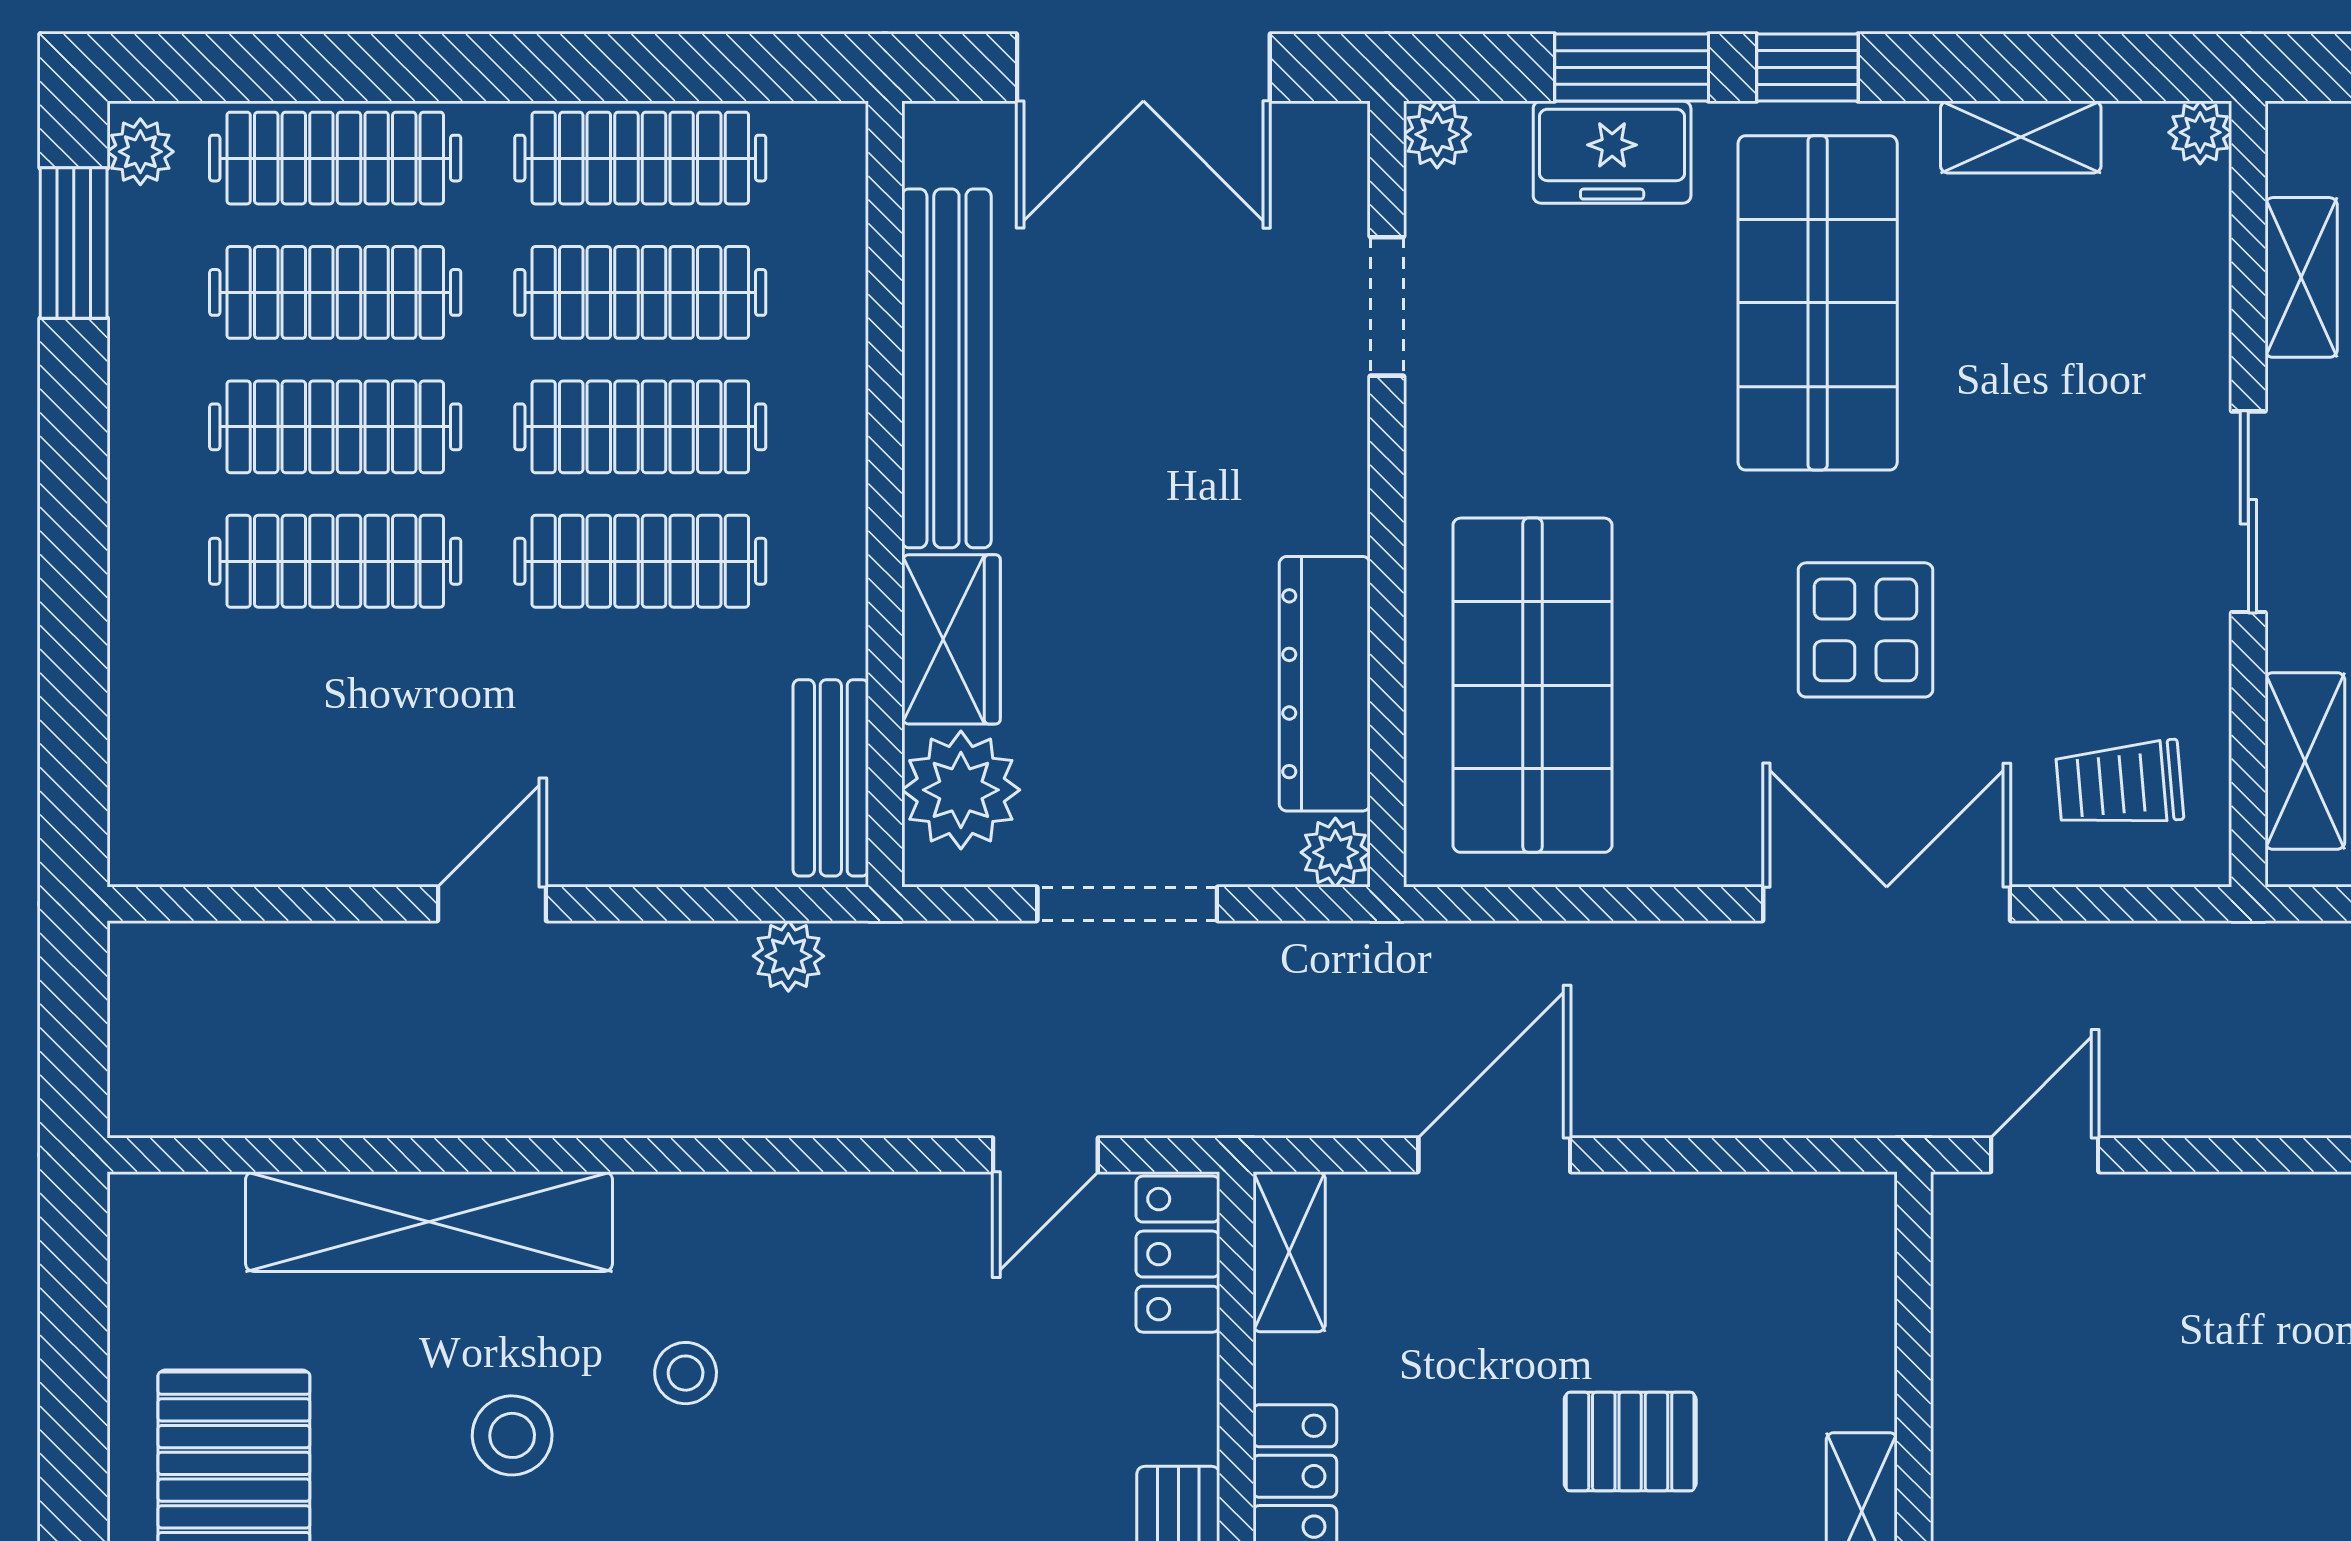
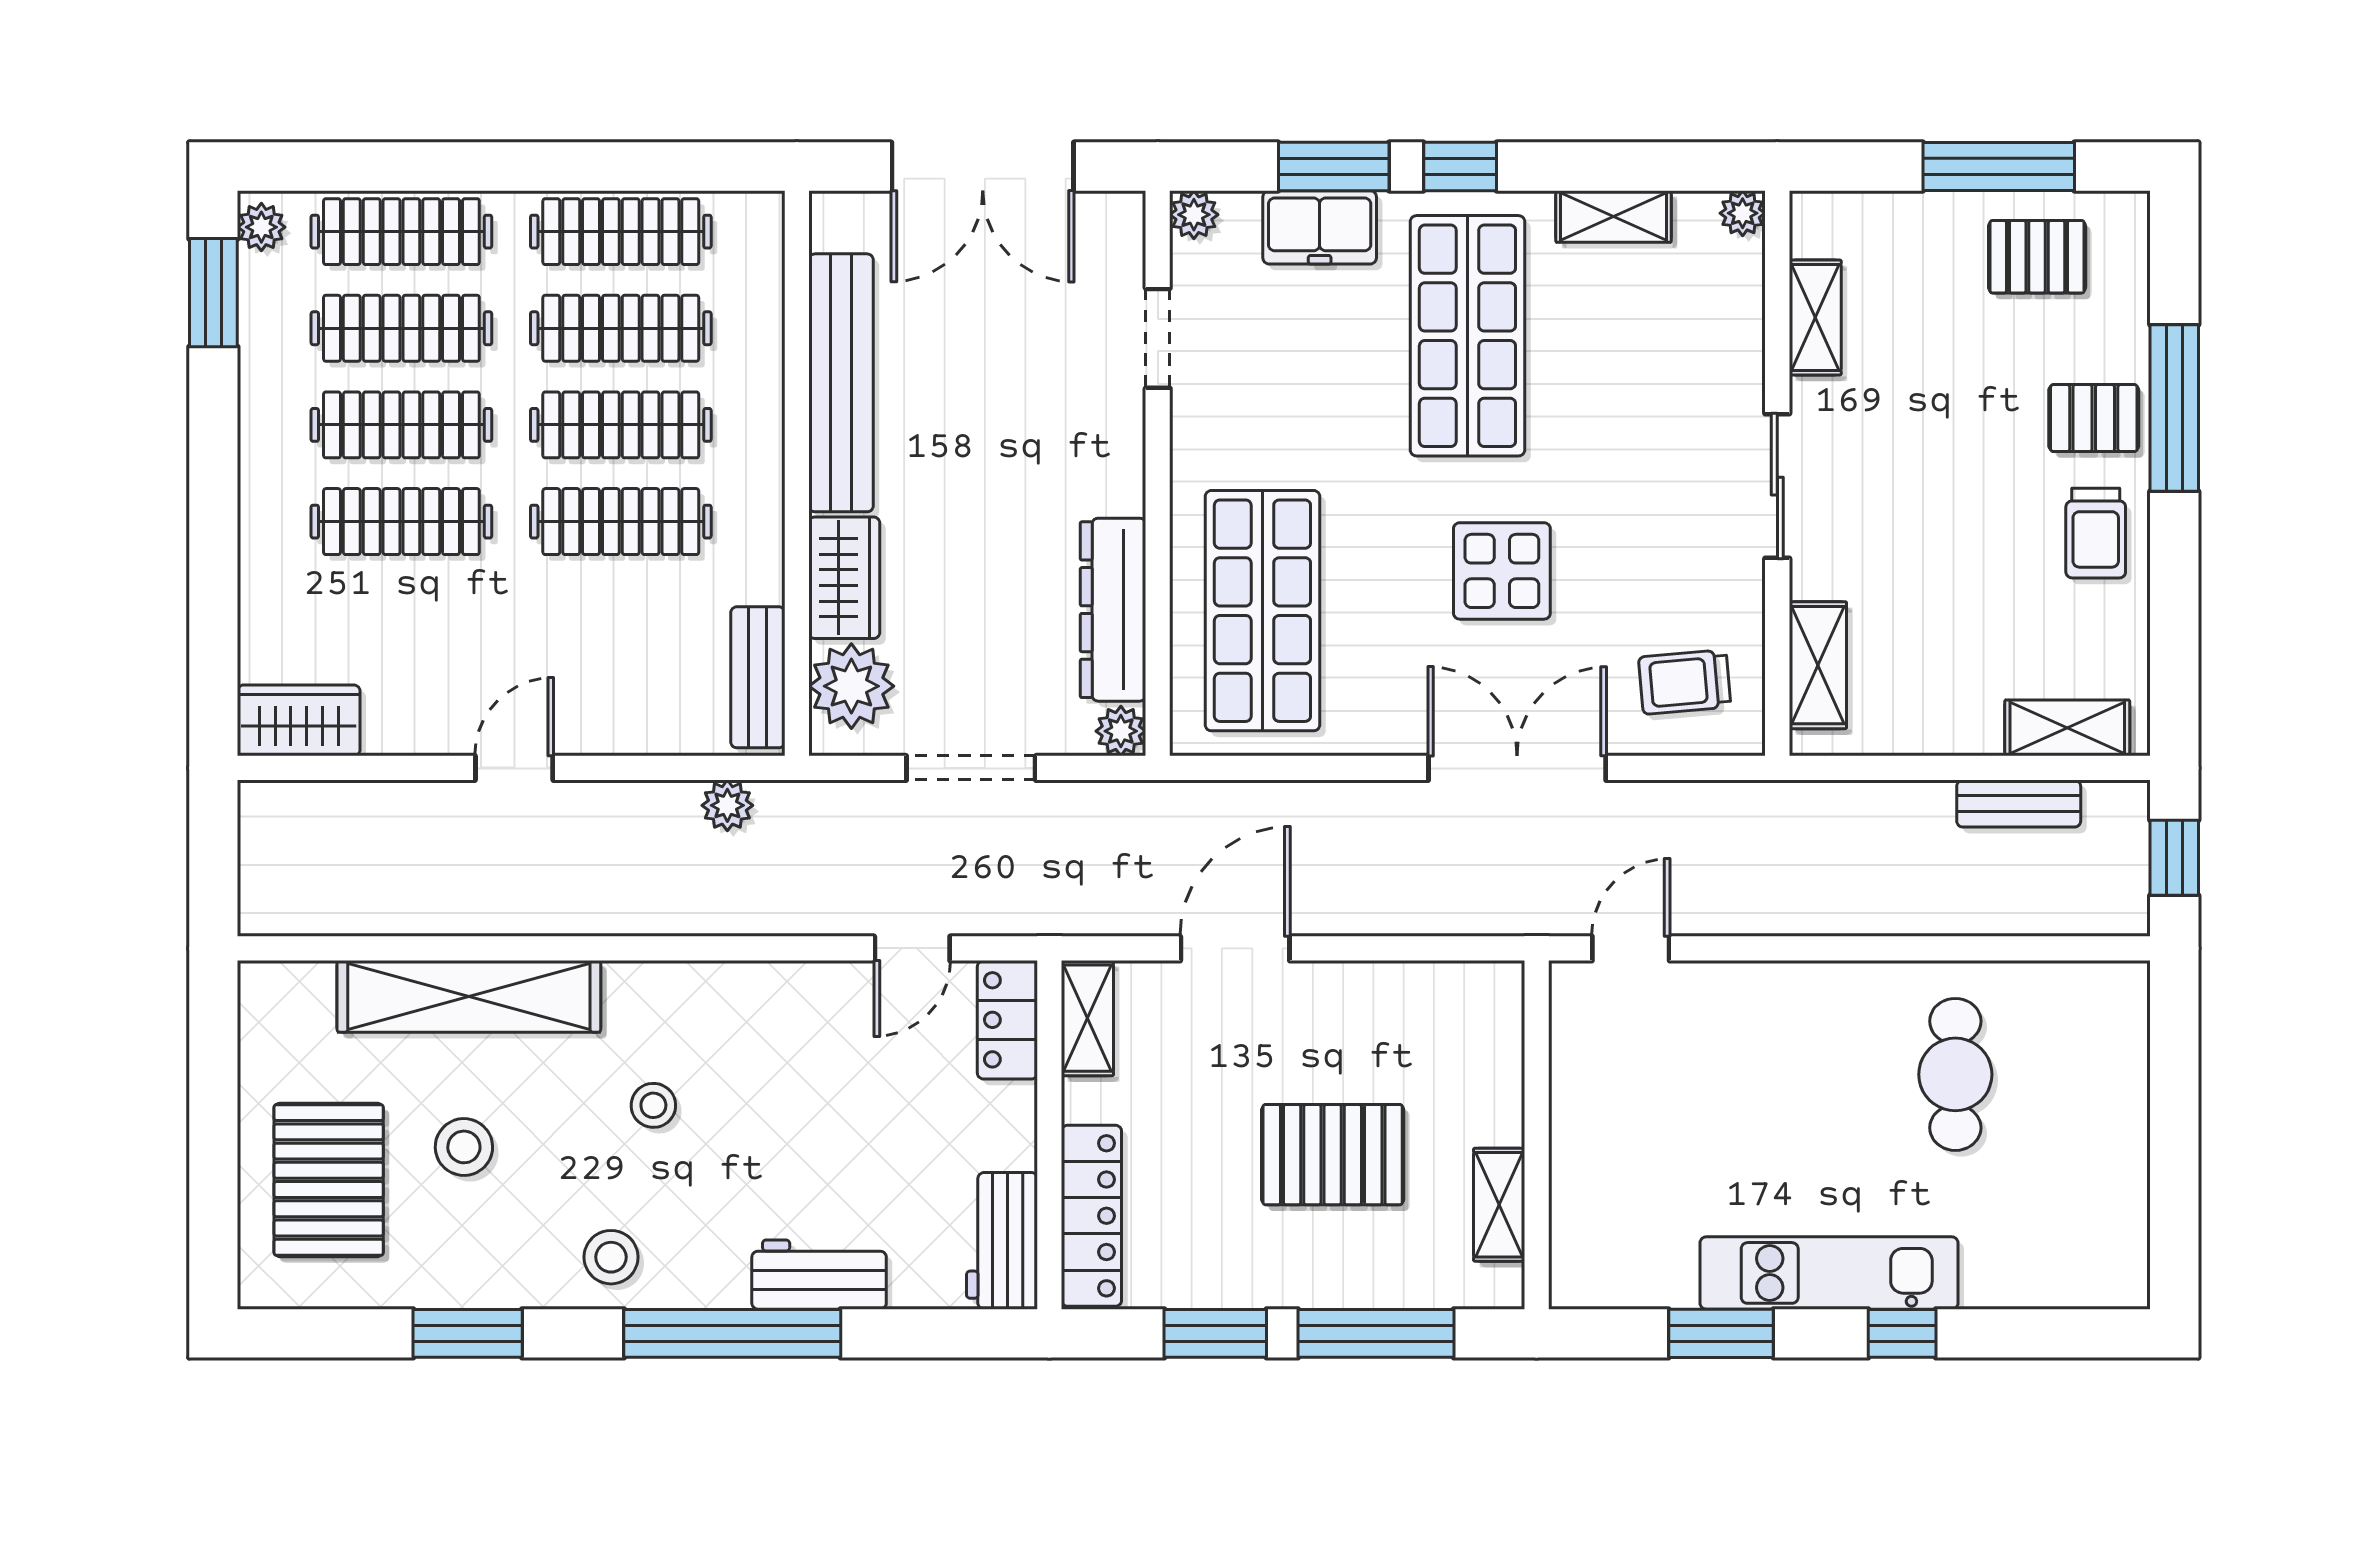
wardrobe: (192, 838) -> (299, 720), added
stool: (512, 1435) -> (464, 1147), moved
pallet: (1630, 1442) -> (1333, 1155), width x1.50, depth x1.42

